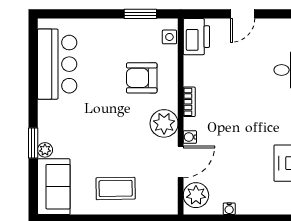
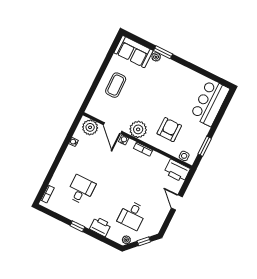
bar counter: (57, 64) -> (210, 103), moved, turned 90

